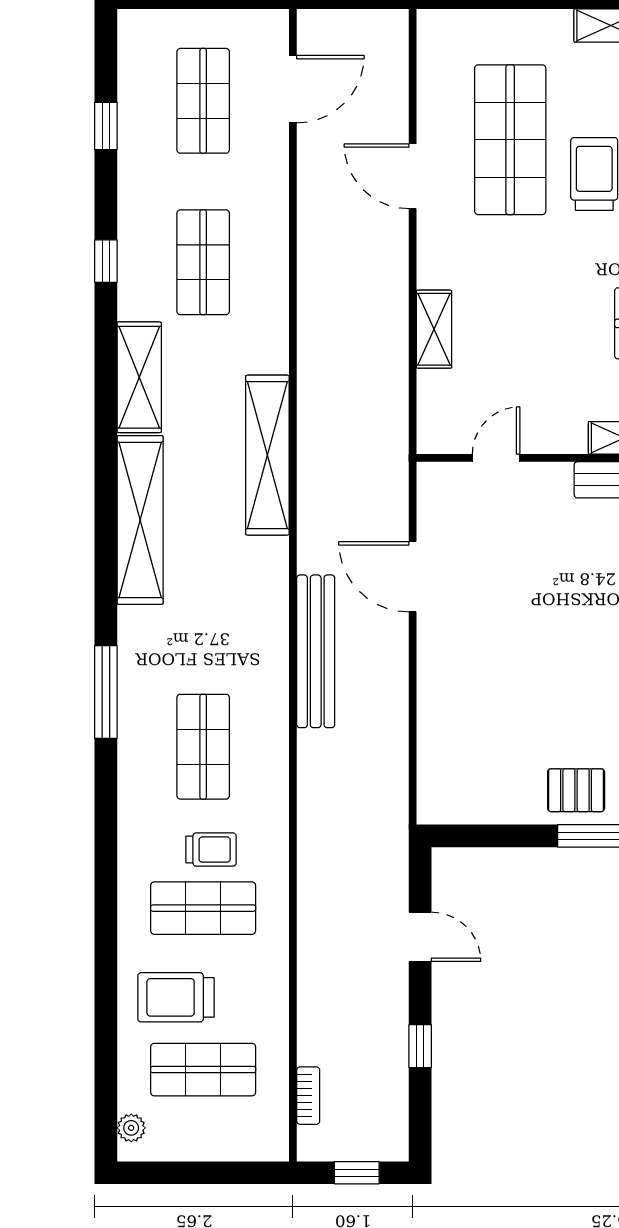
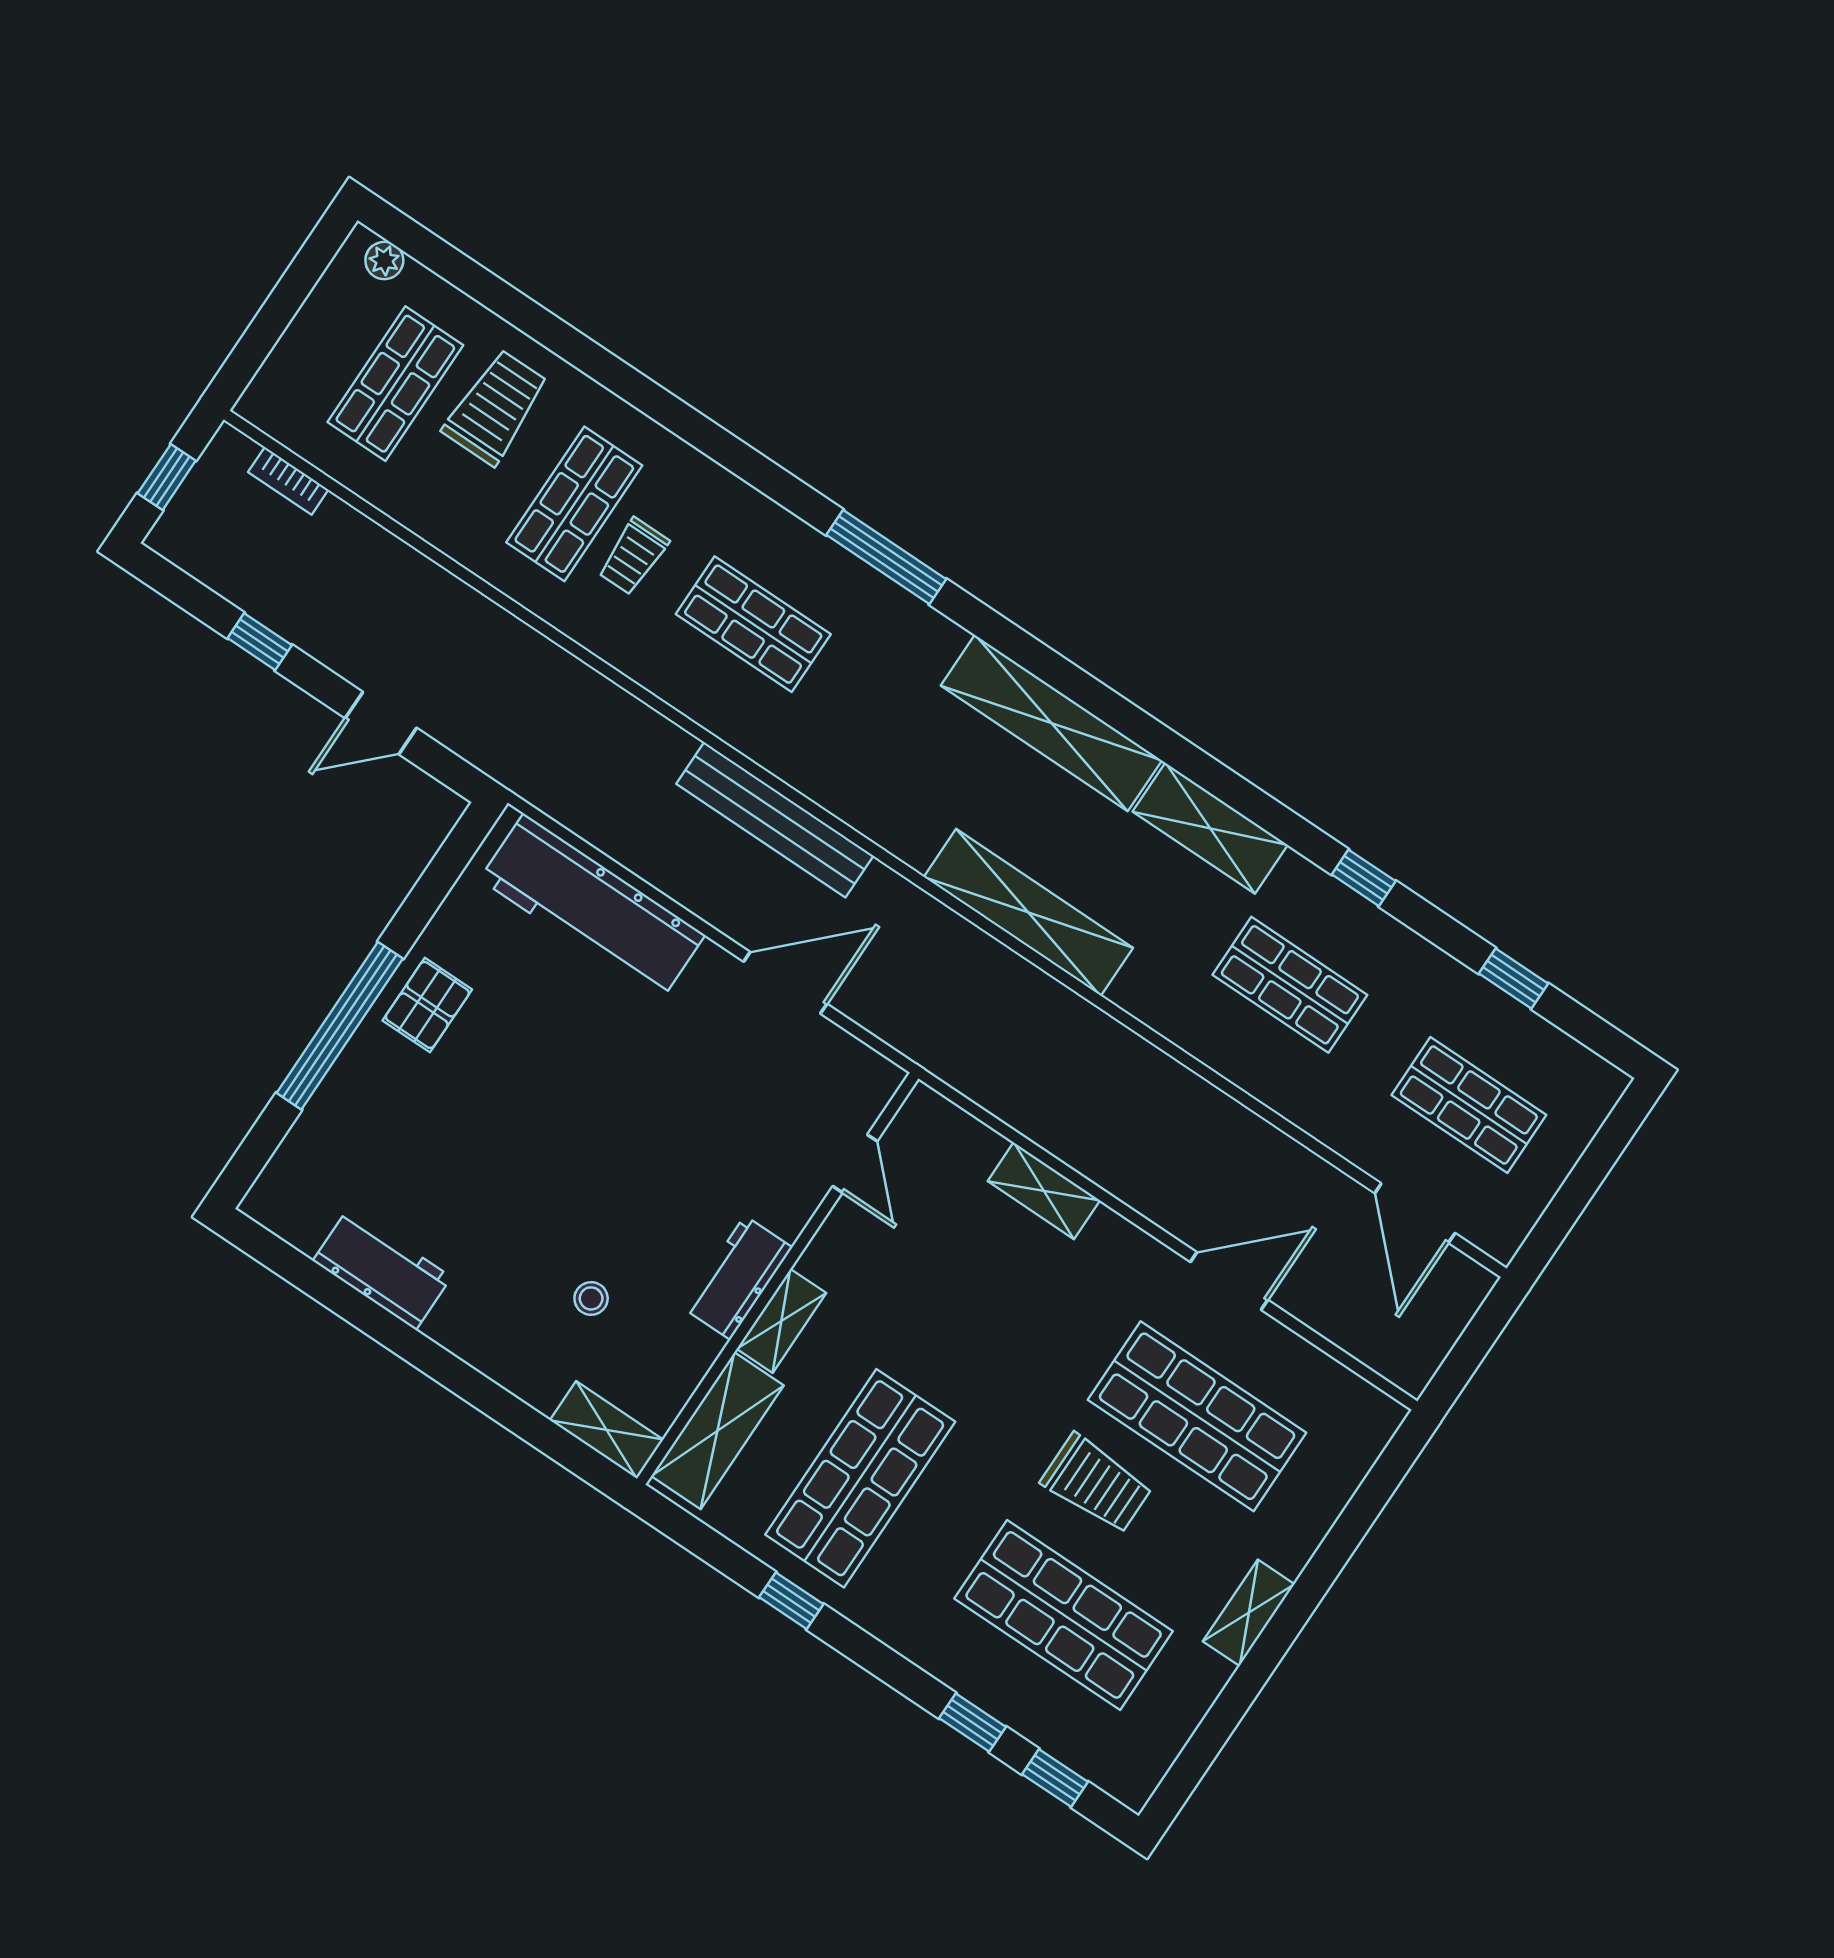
workbench: (446, 729) -> (592, 907), added

